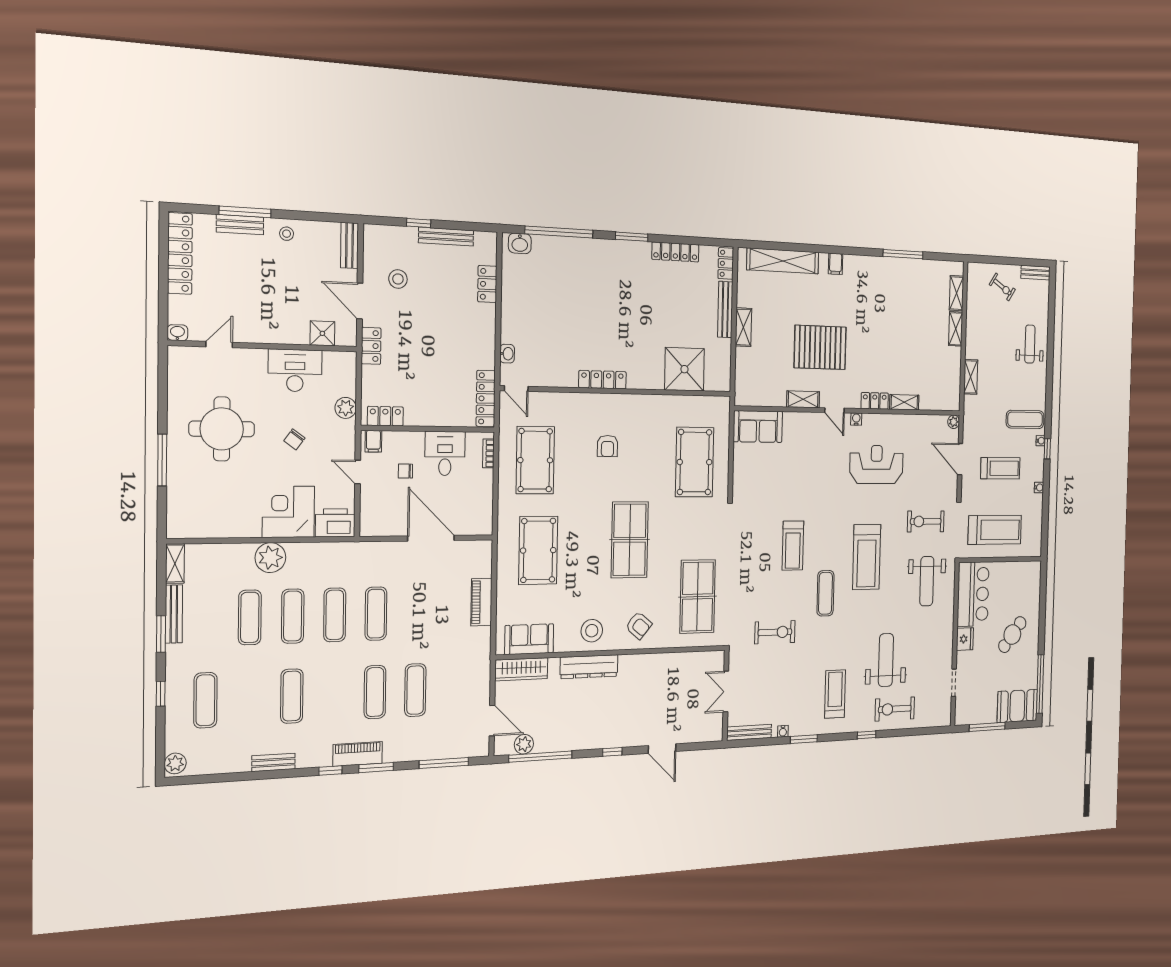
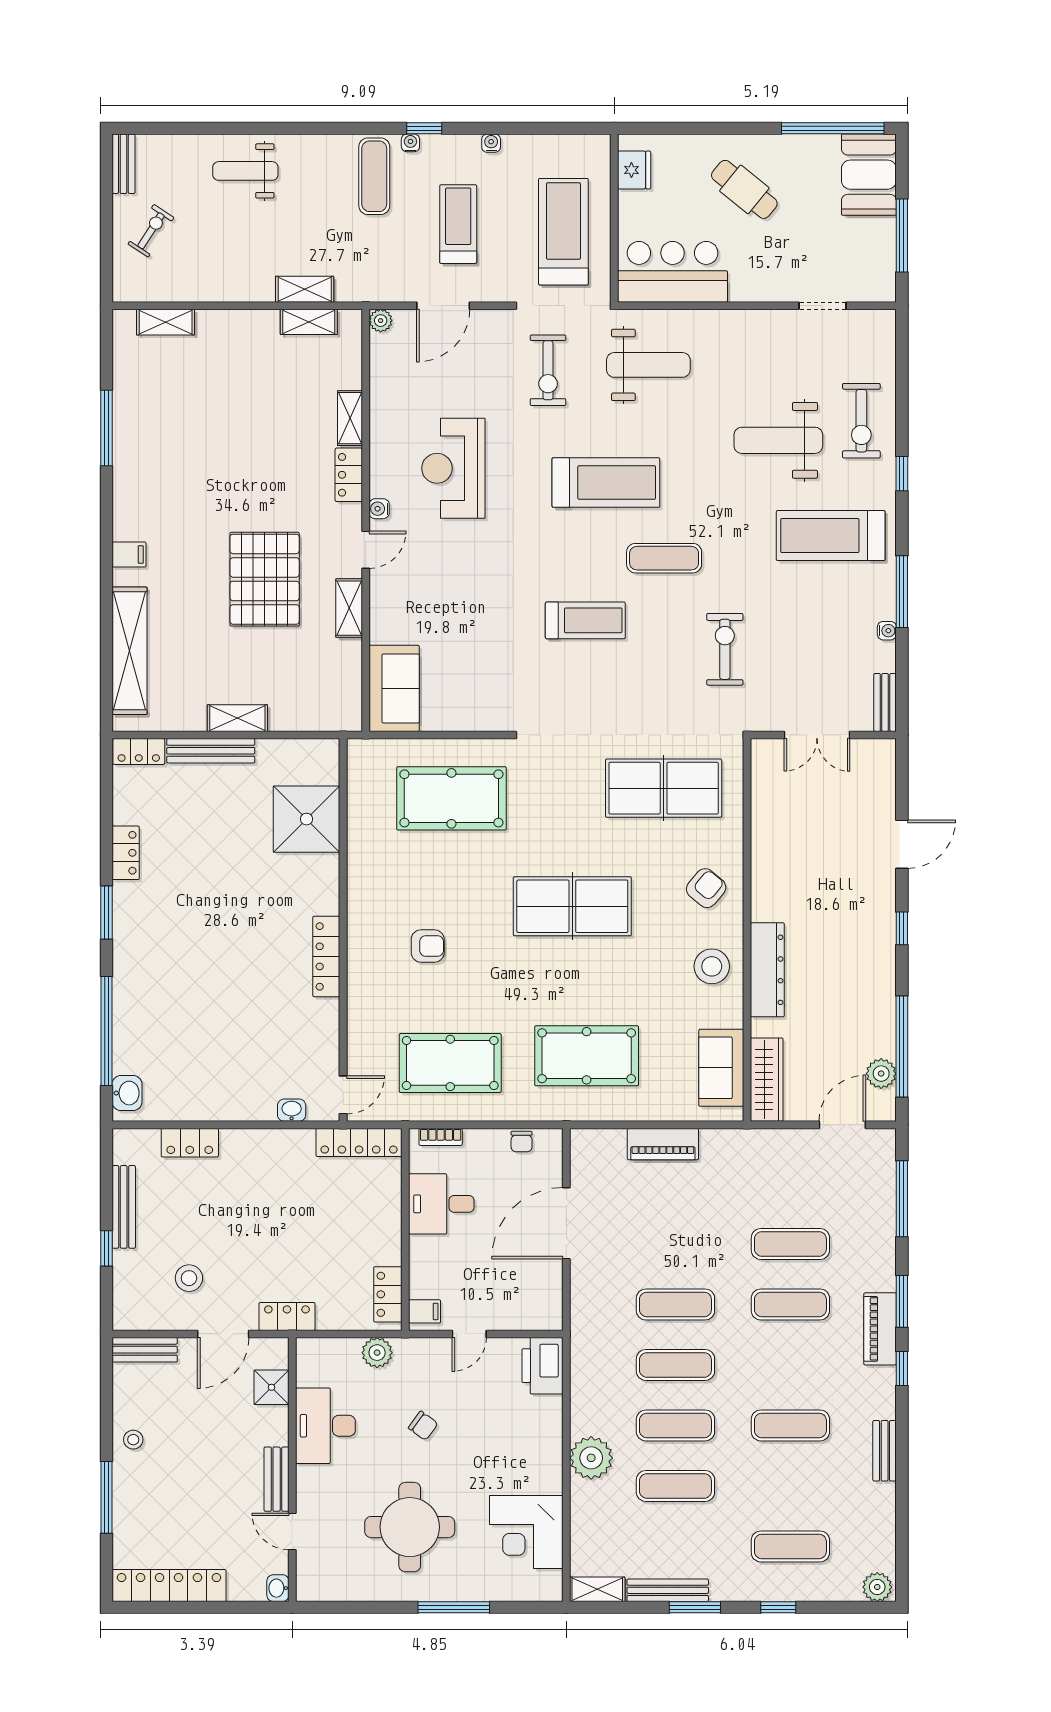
bench: (240, 225) -> (277, 1479), moved
locker: (675, 252) -> (126, 853), width x0.66
shelving: (956, 329) -> (309, 322), moved
chair: (405, 471) -> (522, 1142), moved
corner desk: (288, 512) -> (526, 1532), moved
fridge: (965, 639) -> (634, 170), moved, turned 90
treadmill: (835, 694) -> (831, 536), width x1.37, depth x1.37
bench: (749, 732) -> (885, 702), width x0.73
window: (804, 739) -> (902, 592), width x1.44

